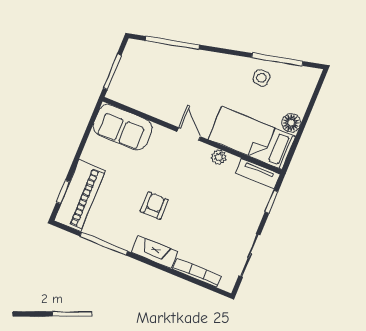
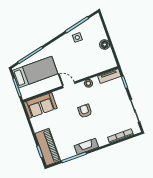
bed: (252, 138) -> (35, 72), moved, turned 180
armchair: (154, 206) -> (85, 111), moved
fireplace: (155, 252) -> (86, 146), moved

